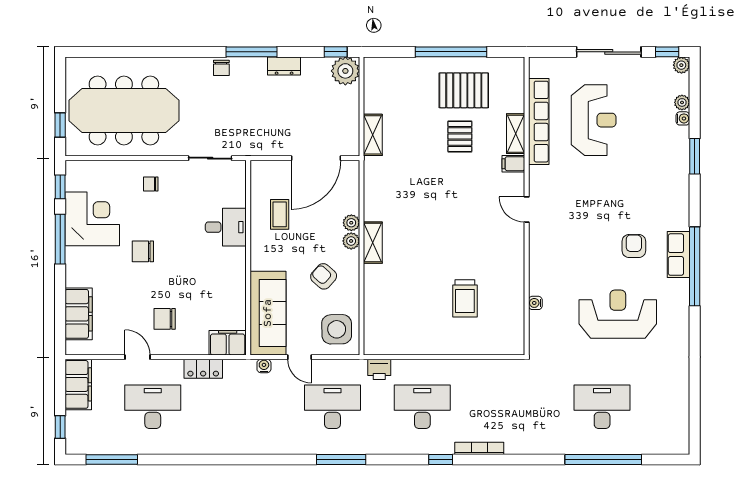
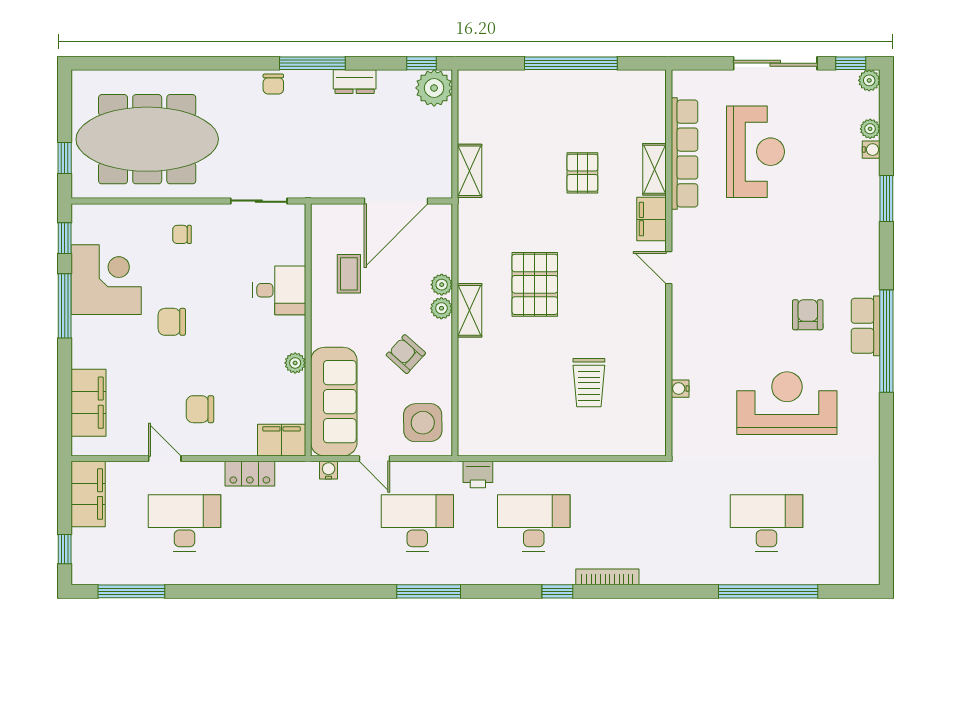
pallet: (464, 90) -> (535, 284), moved, turned 90
filing cabinet: (513, 164) -> (652, 219), width x2.00
plant: (238, 283) -> (295, 363), added

